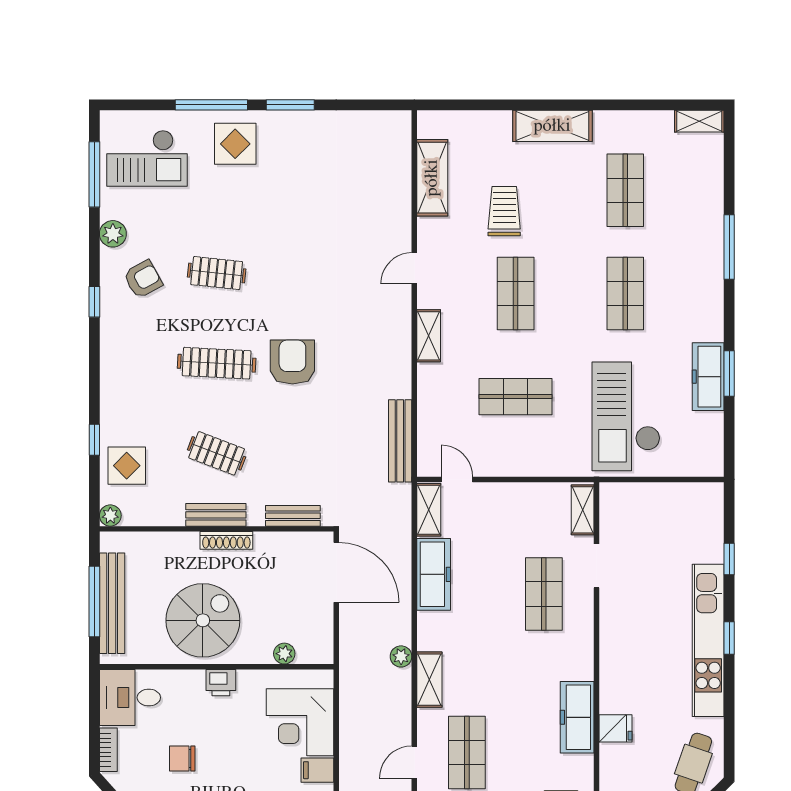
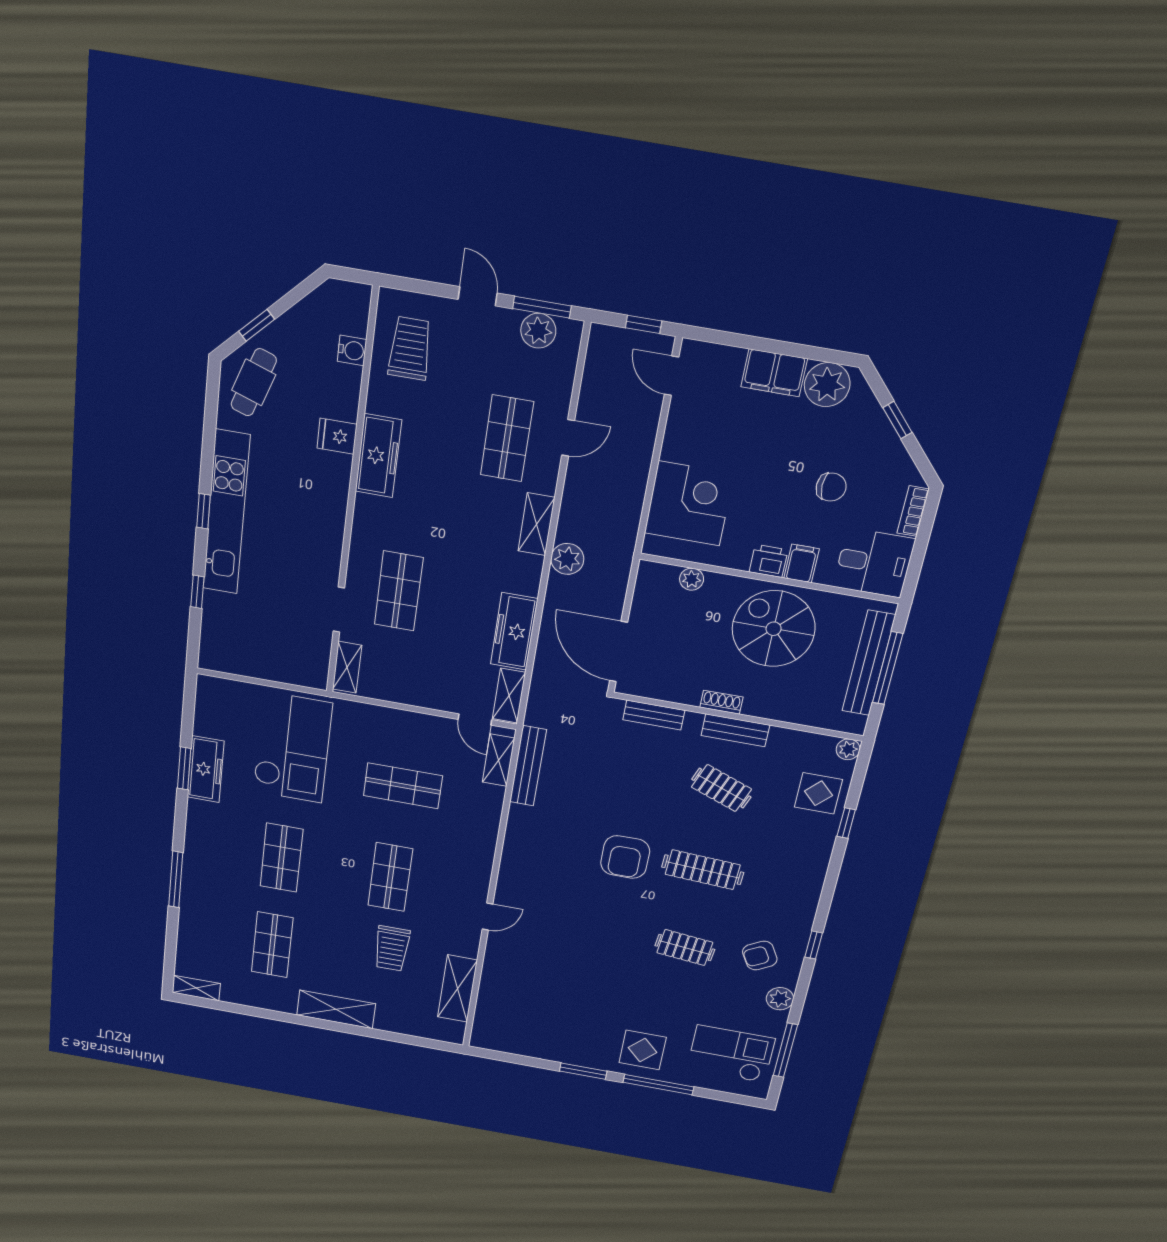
shelving: (429, 336) -> (499, 760), moved
shoe rack: (226, 540) -> (721, 702), width x0.70
spiral stairs: (203, 620) -> (774, 629), turned 90
plant: (401, 656) -> (567, 559), width x1.38, depth x1.38
filing cabinet: (317, 770) -> (802, 563), moved, turned -90

